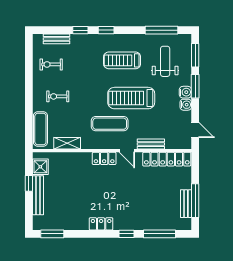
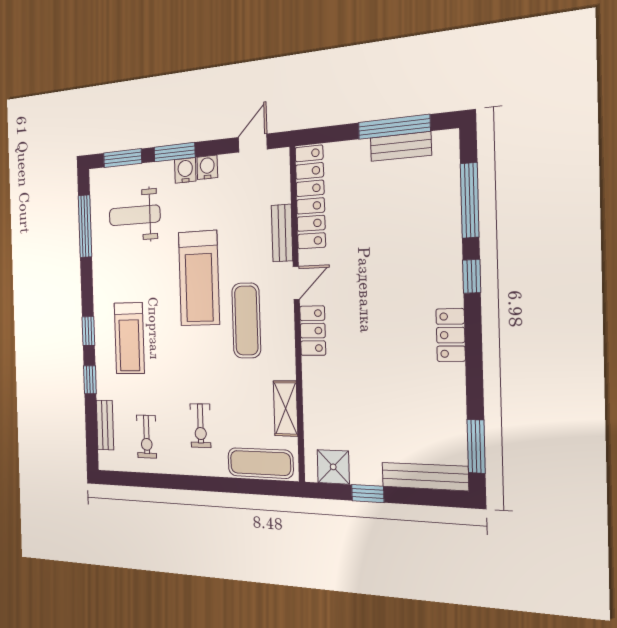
treadmill: (122, 60) -> (129, 338), moved
bench: (38, 195) -> (425, 476), moved

